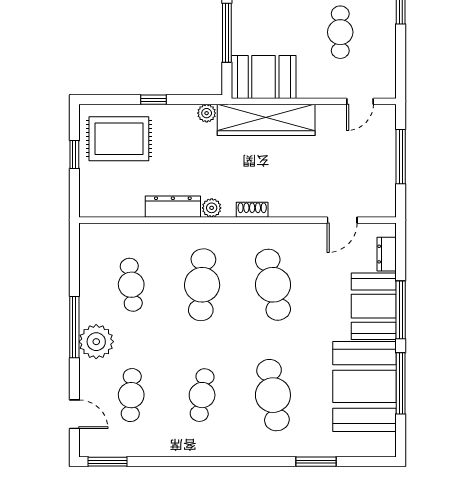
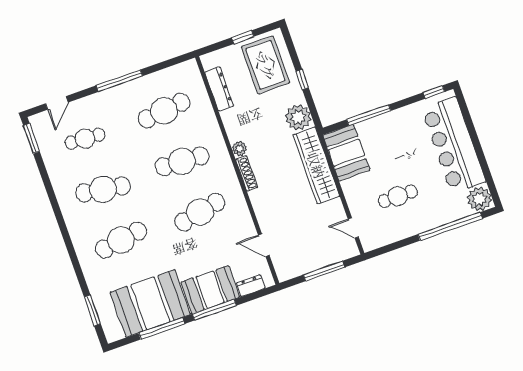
plant: (207, 113) -> (298, 117), width x1.87, depth x1.87
dresser: (173, 207) -> (219, 89), moved
shoe rack: (252, 210) -> (247, 173), width x1.43
cafe table: (131, 285) -> (164, 111), width x1.37, depth x1.35
plant: (96, 342) -> (114, 100), removed
cafe table: (202, 395) -> (103, 189), width x1.37, depth x1.35
window: (316, 462) -> (92, 310), moved

